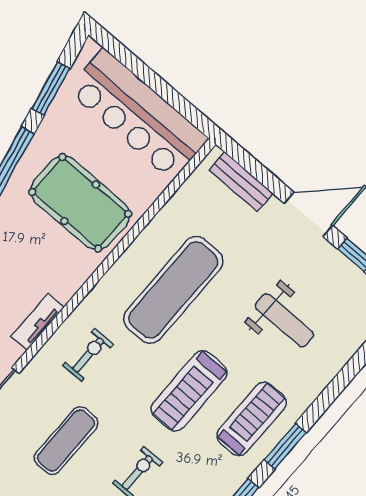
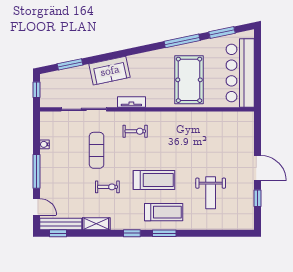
bench: (241, 182) -> (248, 133), removed
exercise mat: (173, 290) -> (186, 142), removed
treadmill: (189, 391) -> (154, 180), turned 180
exercise mat: (66, 440) -> (97, 150), turned 90

